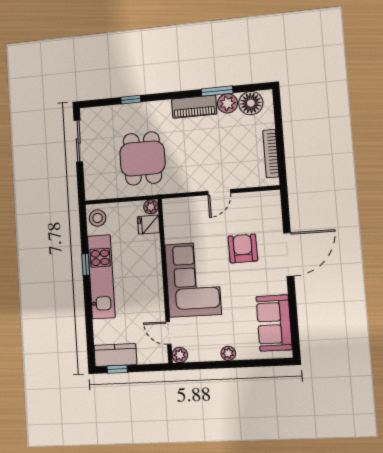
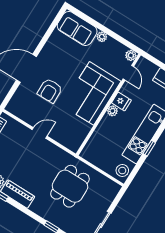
plant: (151, 207) -> (112, 111), moved
fridge: (149, 225) -> (121, 101), moved
sofa: (274, 323) -> (77, 28), moved, turned 90

